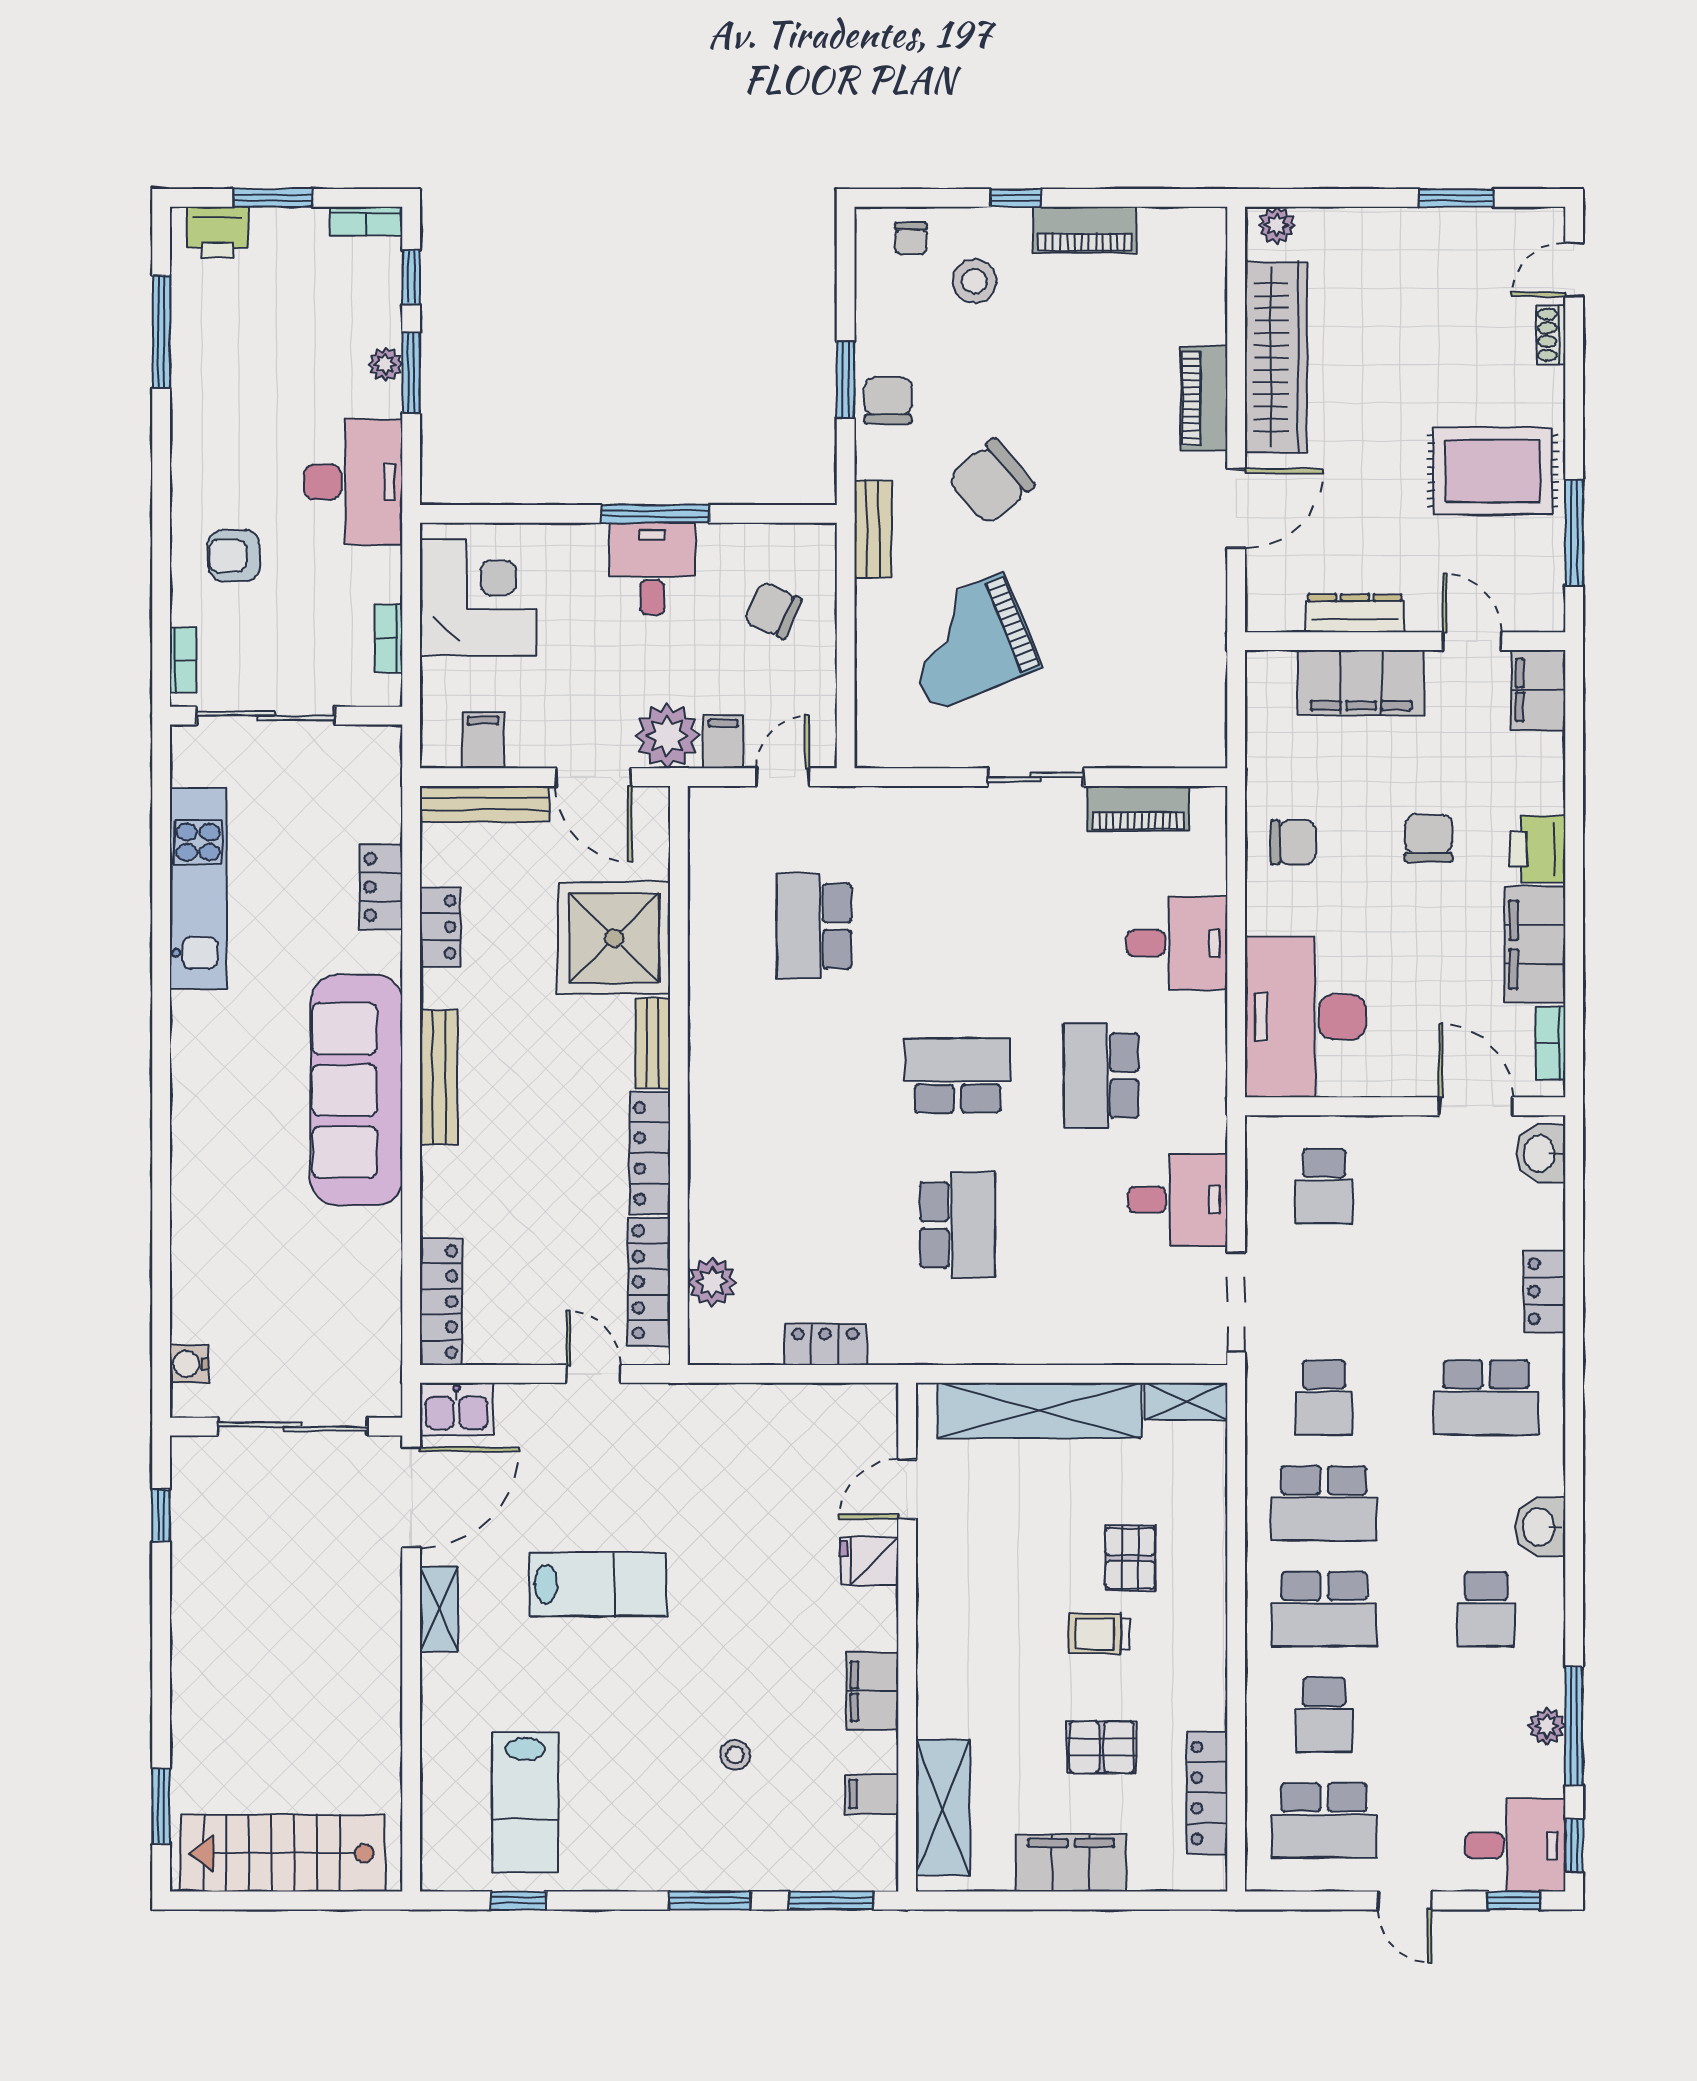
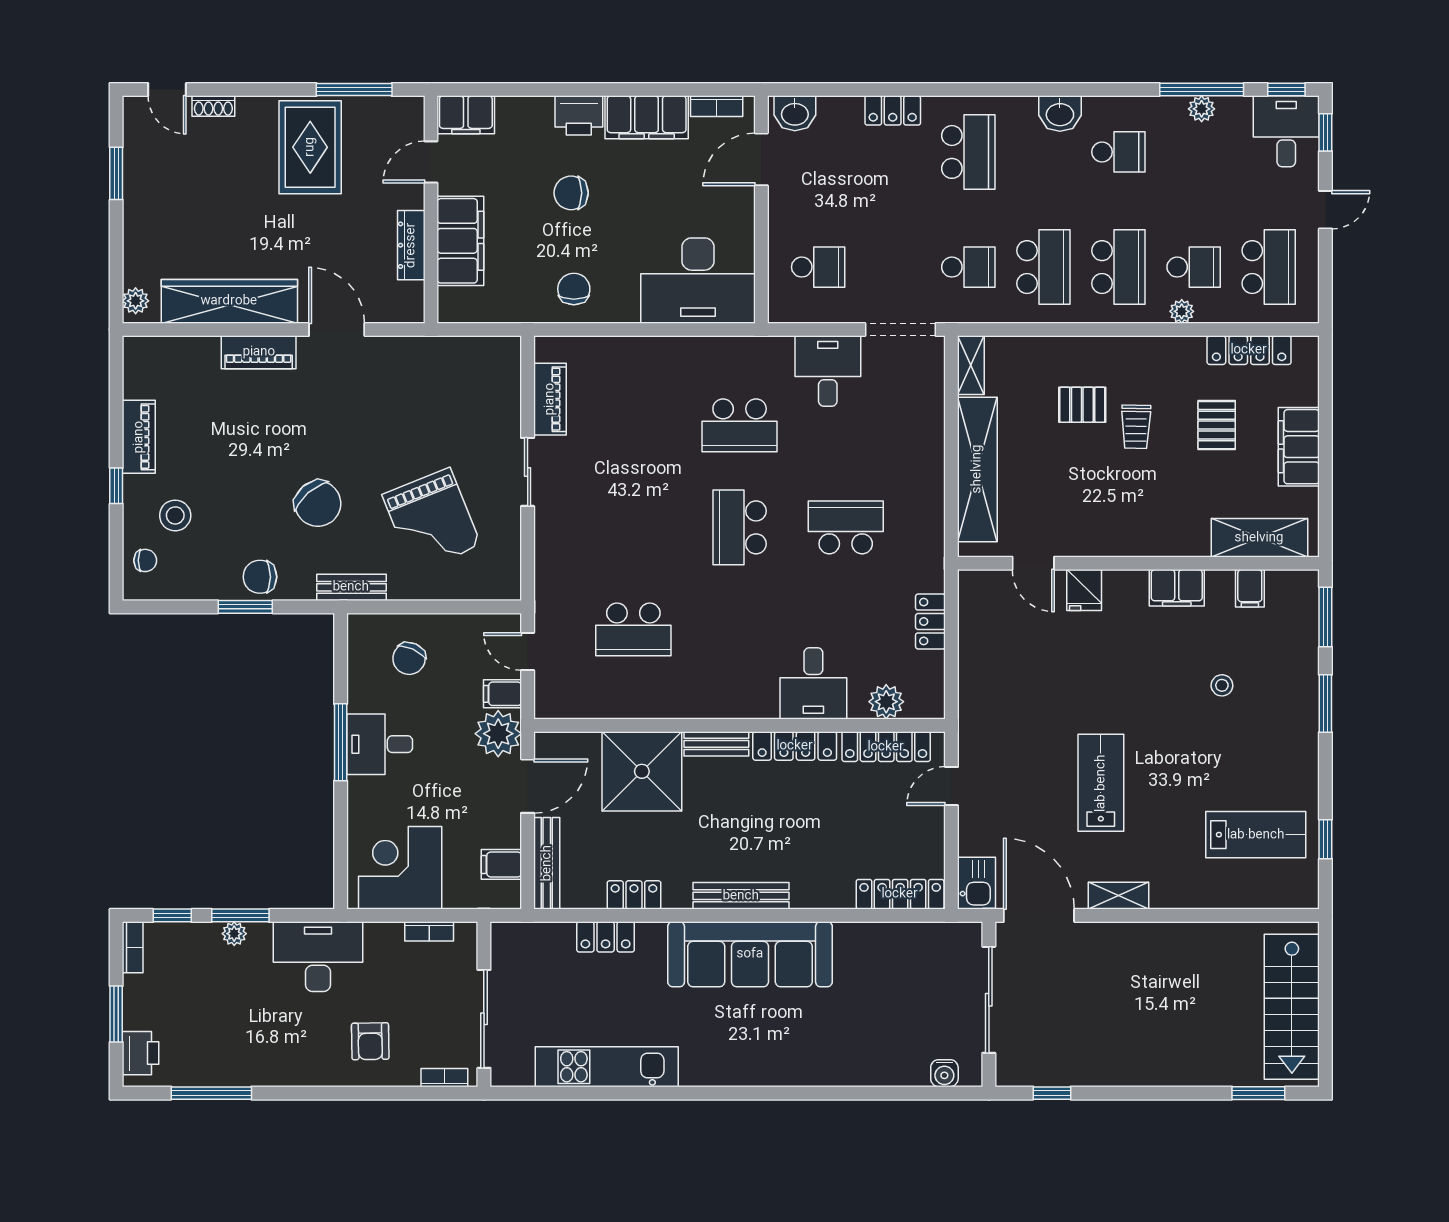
desk: (1177, 943) -> (813, 683), moved, turned 180
plant: (1262, 1698) -> (1182, 311), added

